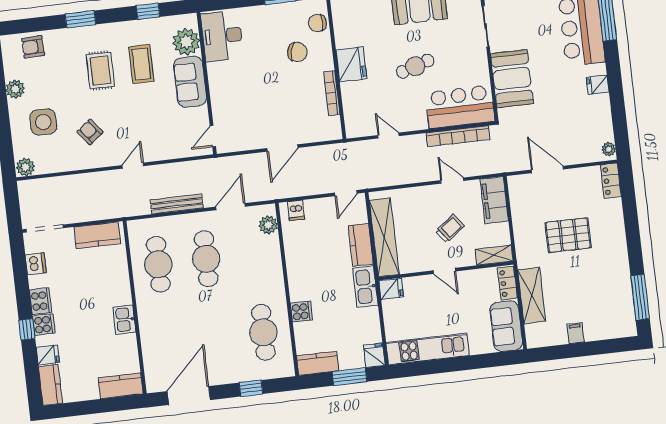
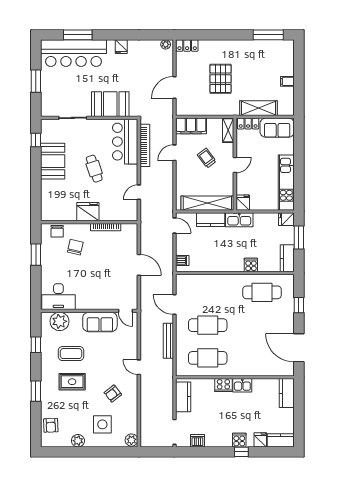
sofa: (190, 82) -> (100, 322), moved
plant: (268, 225) -> (190, 281), removed
cooker: (40, 301) -> (223, 385), moved, turned 180

